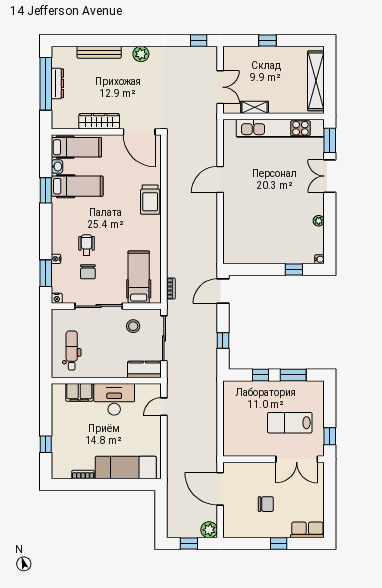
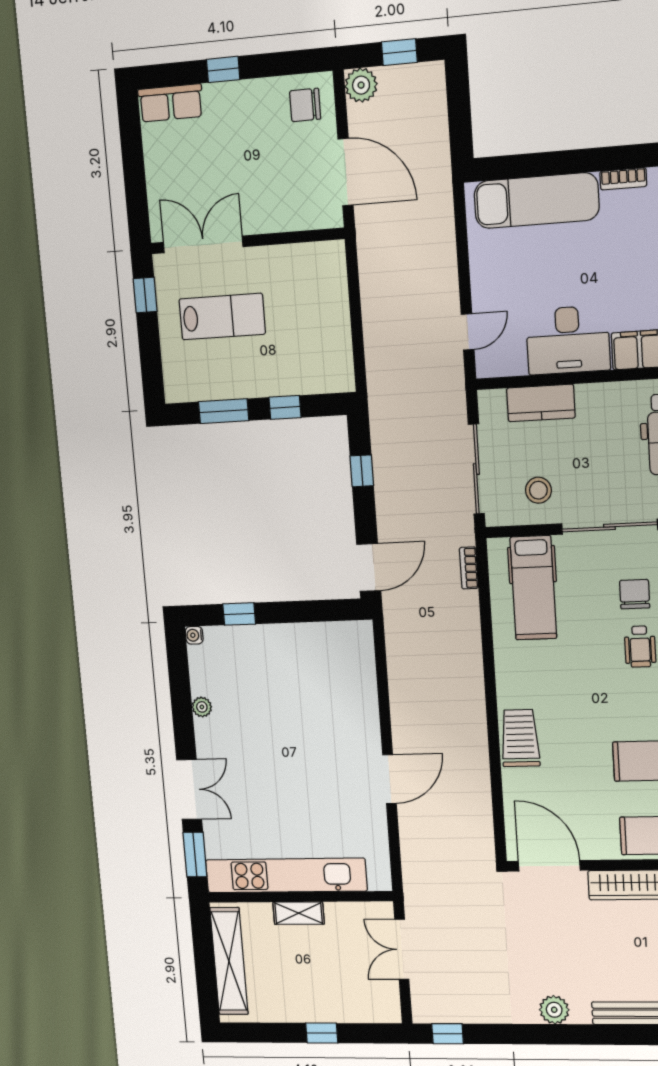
shelving: (255, 107) -> (299, 913), moved
kitchen counter: (144, 369) -> (541, 403), moved
chair: (266, 504) -> (305, 105), moved

